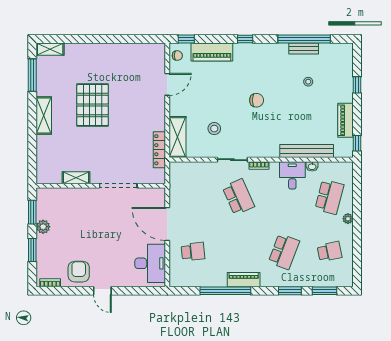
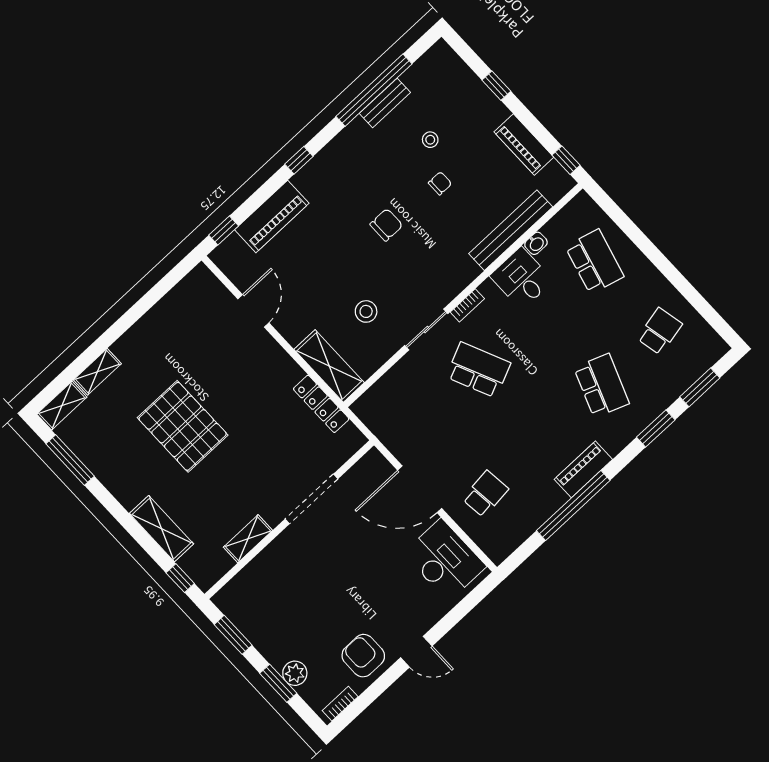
shelving: (78, 49) -> (97, 372), added
chair: (177, 56) -> (440, 183), moved
shelving: (44, 116) -> (162, 529), moved
window: (32, 168) -> (180, 578), added
plant: (348, 219) -> (644, 267), removed
plant: (43, 227) -> (295, 673), moved

